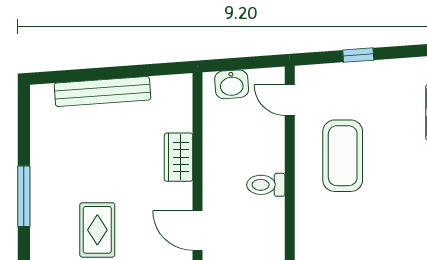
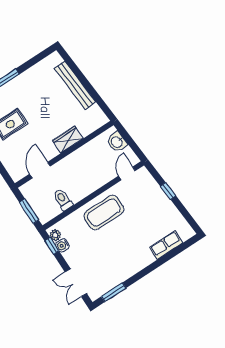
coffee table: (343, 156) -> (104, 212), moved
toilet: (266, 185) -> (63, 200), moved

